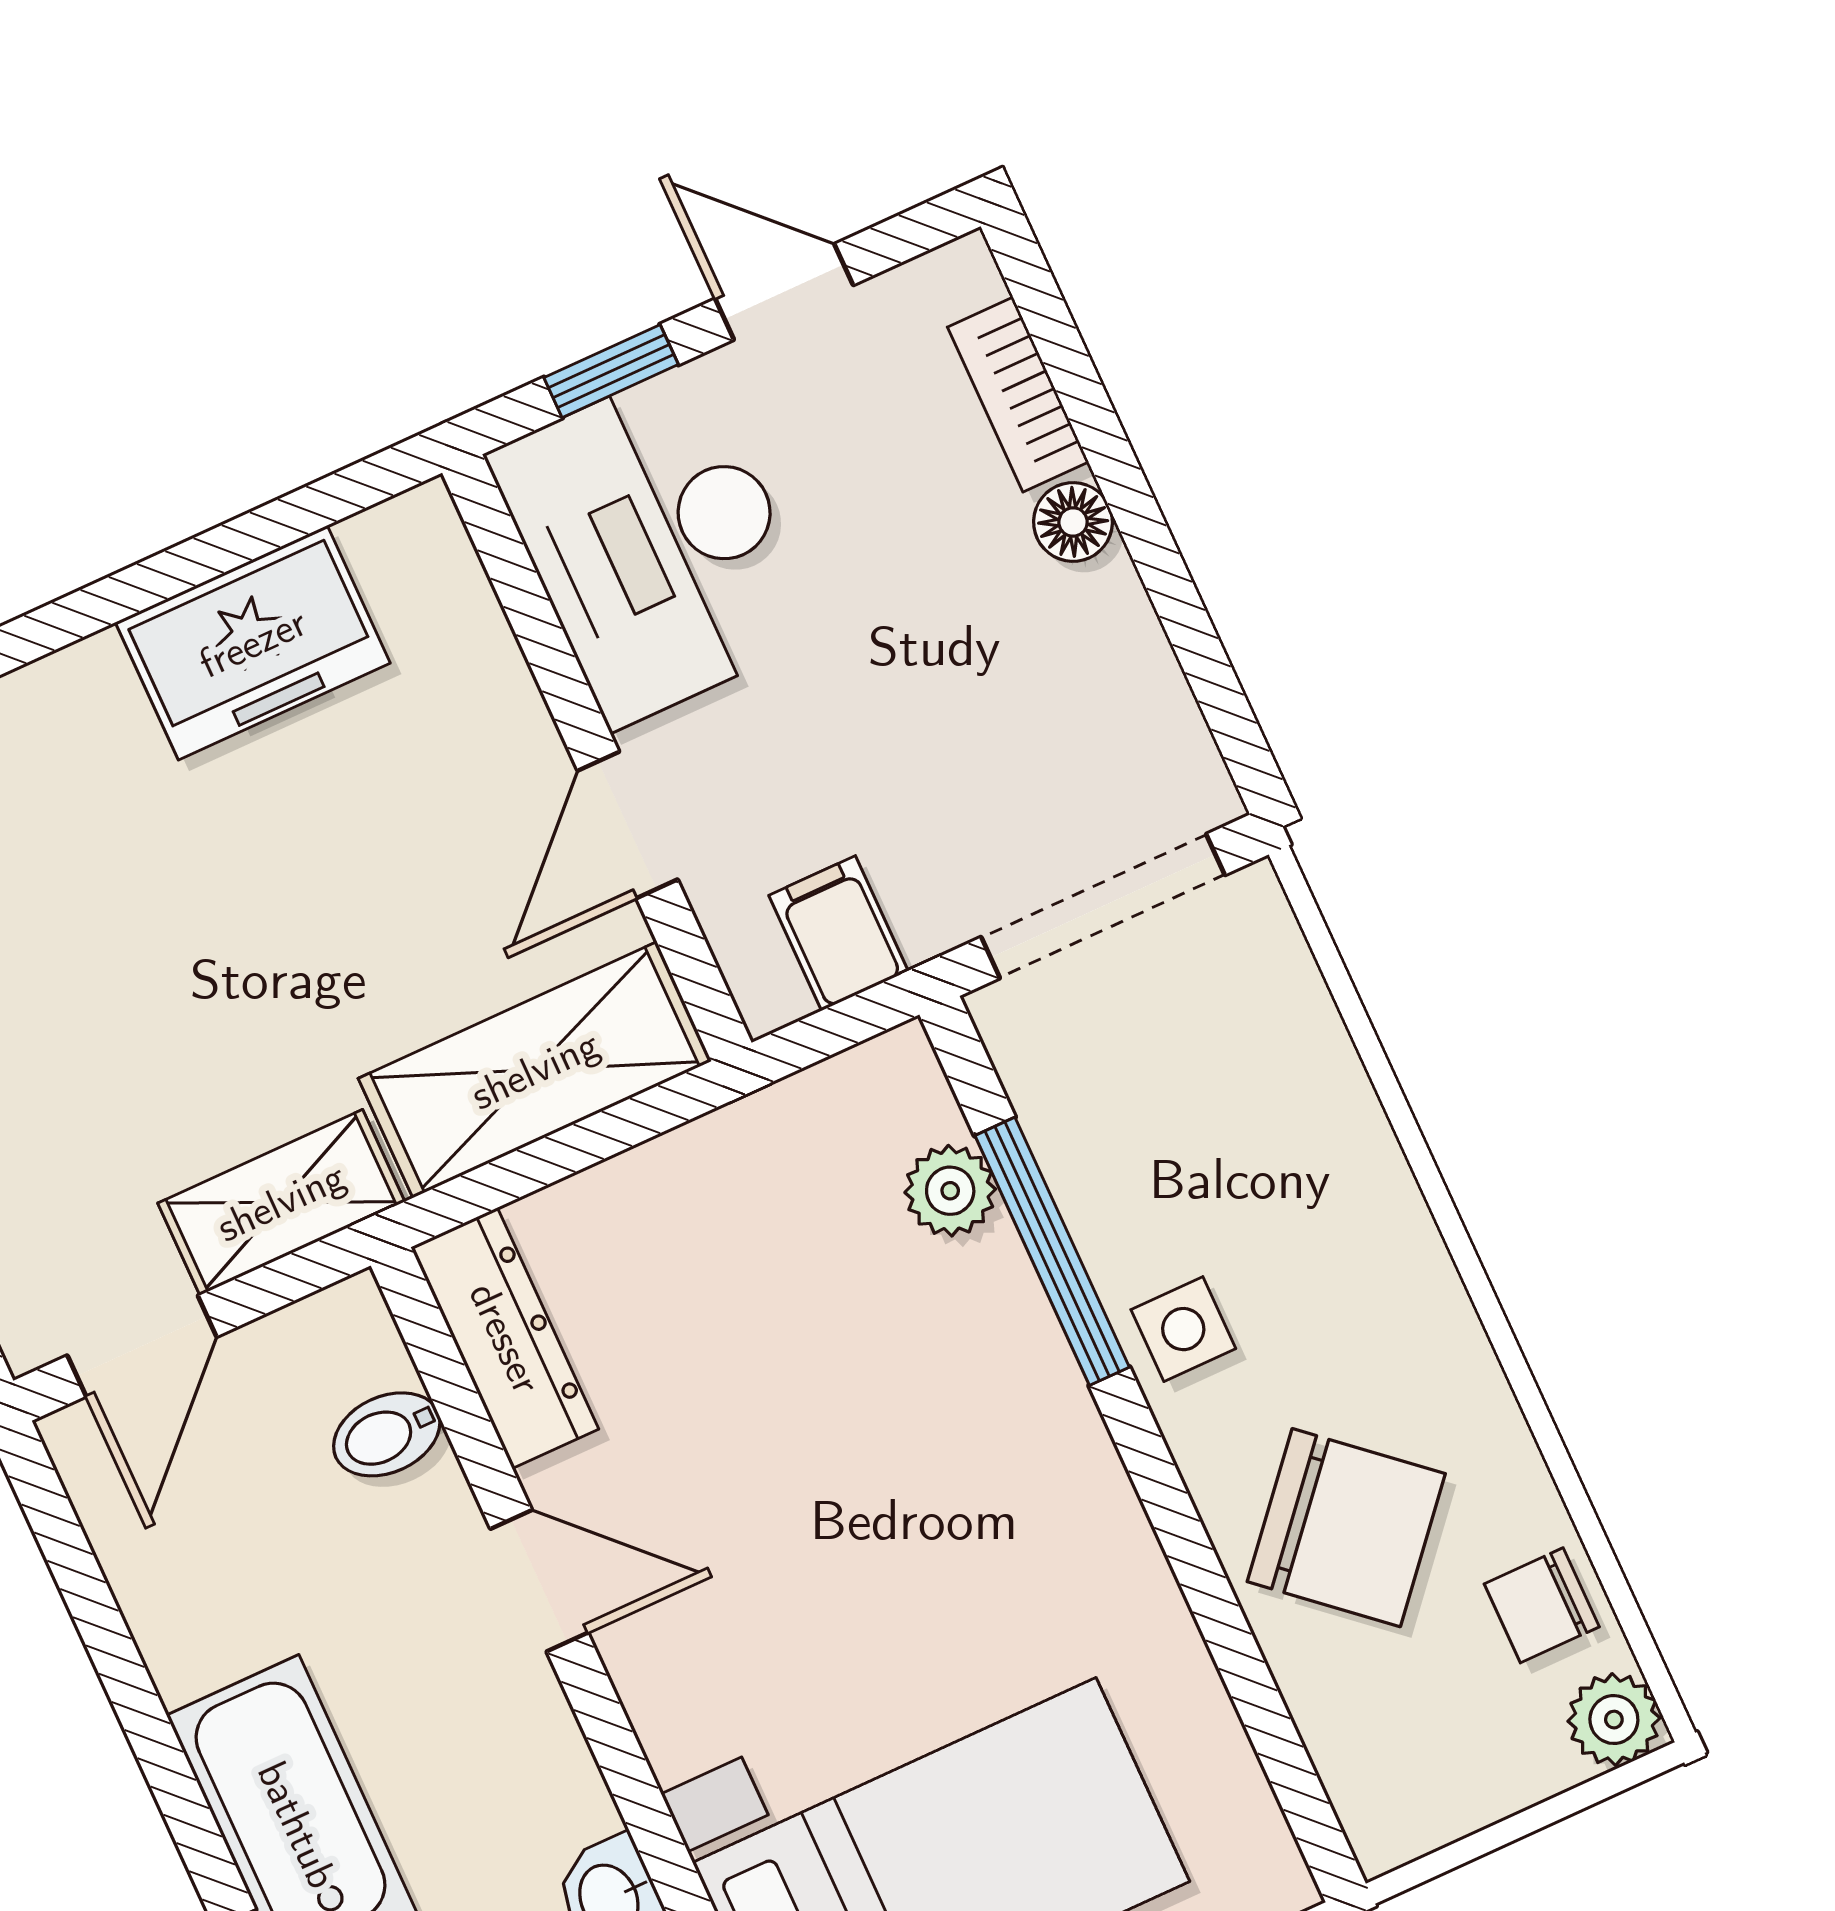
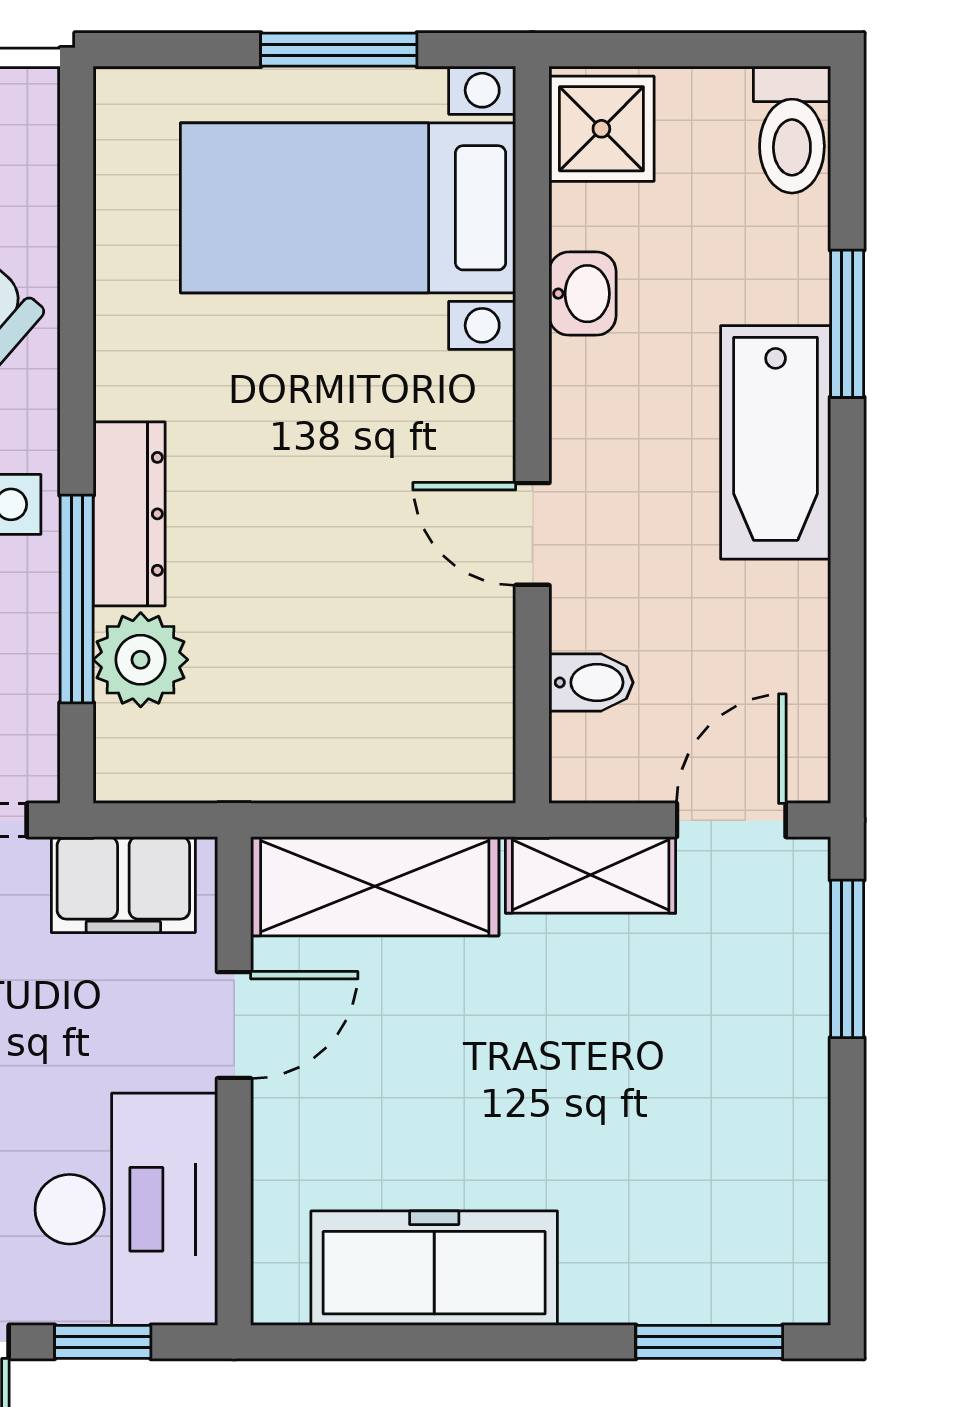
freezer: (253, 643) -> (434, 1268), width x1.40
filing cabinet: (839, 933) -> (123, 885), width x2.00
plant: (950, 1191) -> (141, 660), width x1.38, depth x1.38
dresser: (505, 1338) -> (129, 514), moved, turned 180

